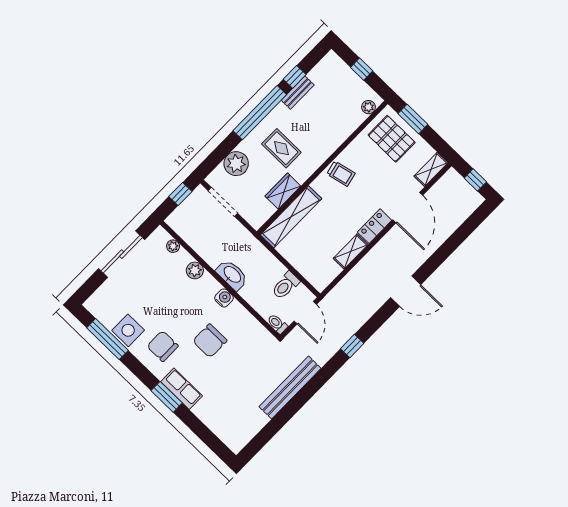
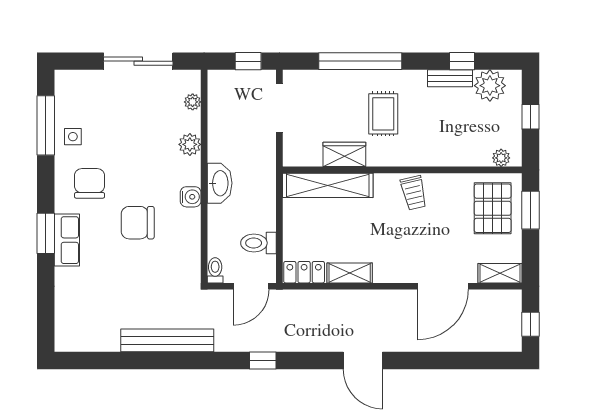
window: (260, 113) -> (360, 61), moved
plant: (236, 164) -> (490, 86), moved
locker: (375, 226) -> (304, 272), moved
side table: (128, 330) -> (73, 137), width x0.54, depth x0.54

